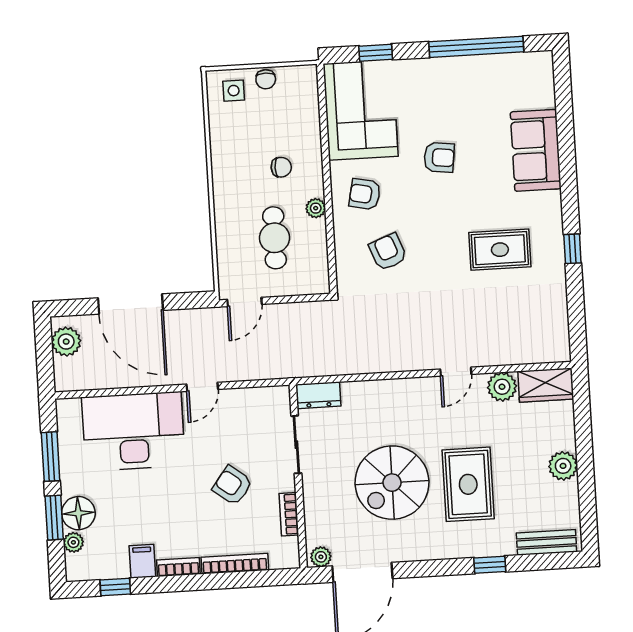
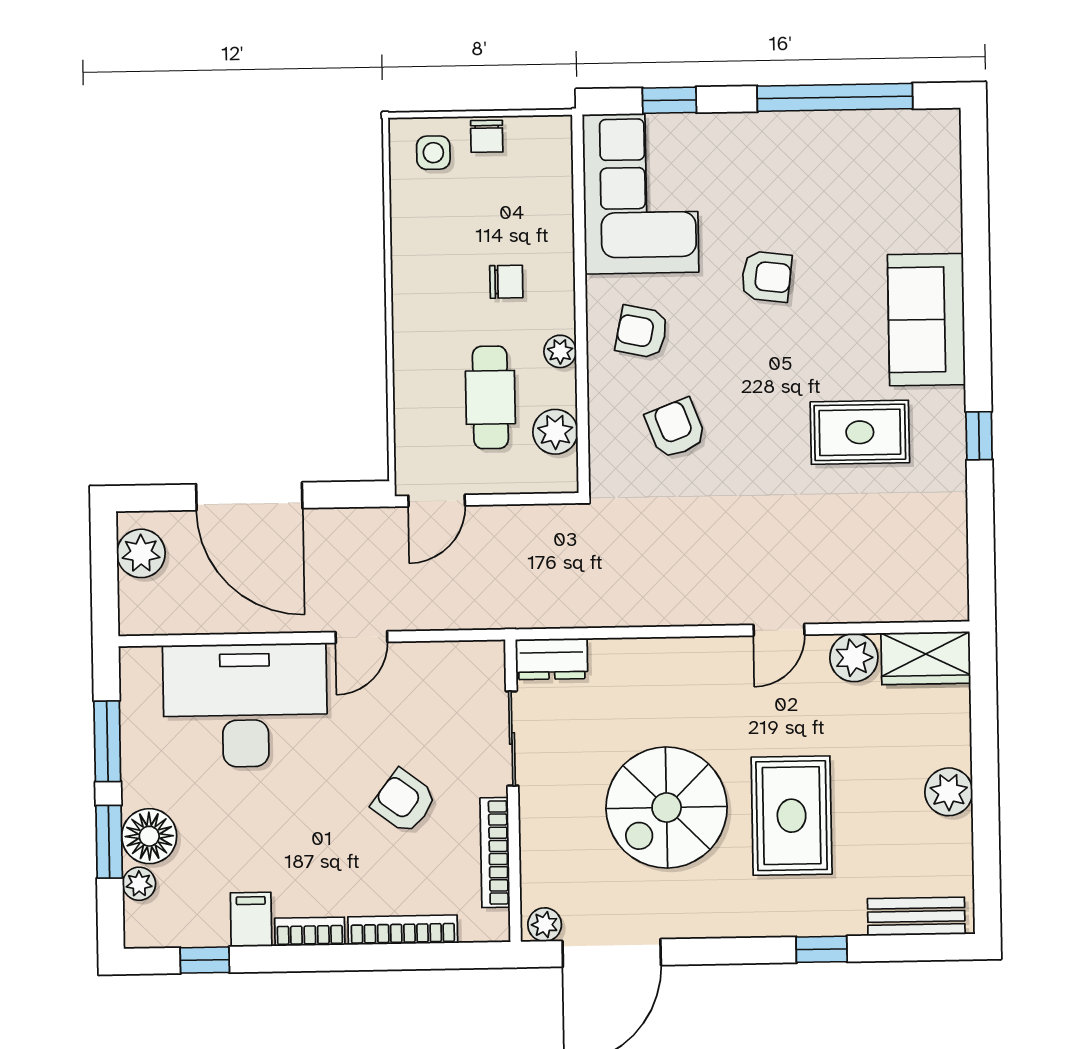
sofa: (536, 150) -> (926, 320), moved
plant: (315, 257) -> (555, 432), added
bookcase: (289, 514) -> (495, 853), width x1.56

